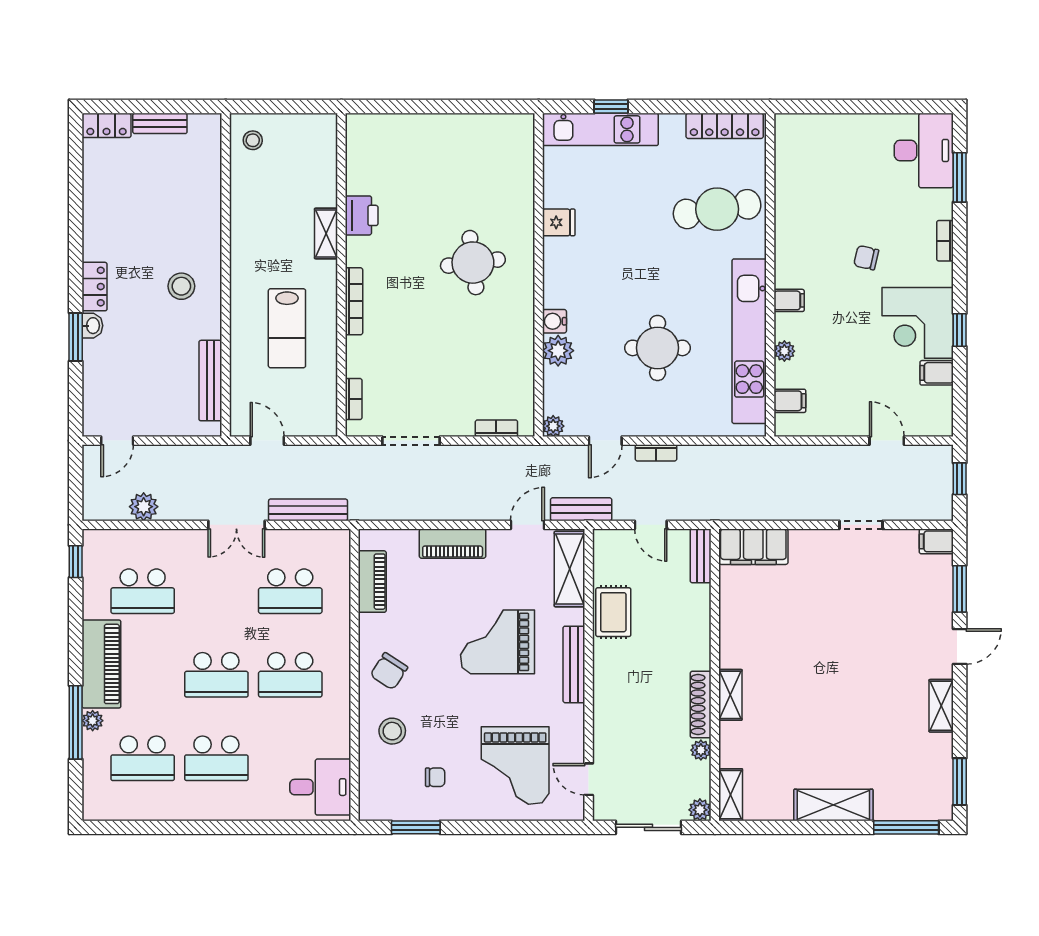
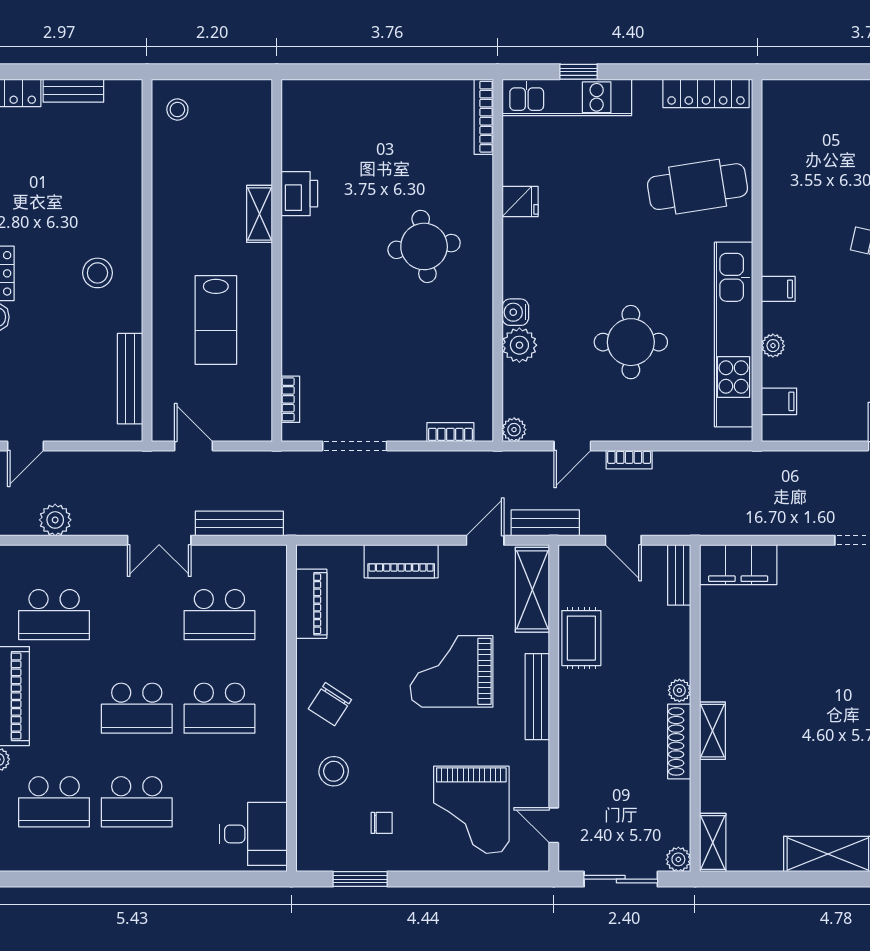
bookcase: (354, 301) -> (484, 117), moved, turned 180
plant: (701, 750) -> (679, 690), moved

